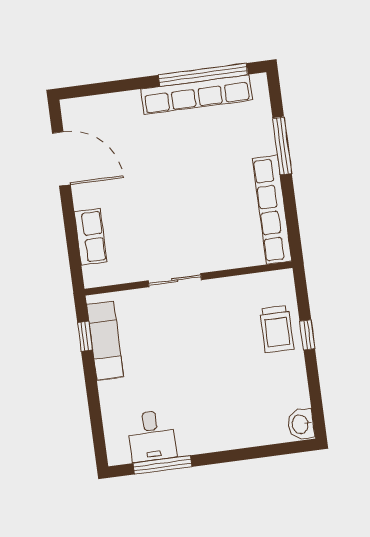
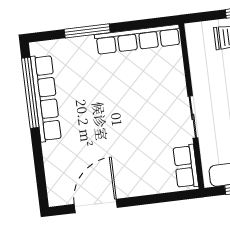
row of seats: (91, 237) -> (186, 166), moved, turned -90

